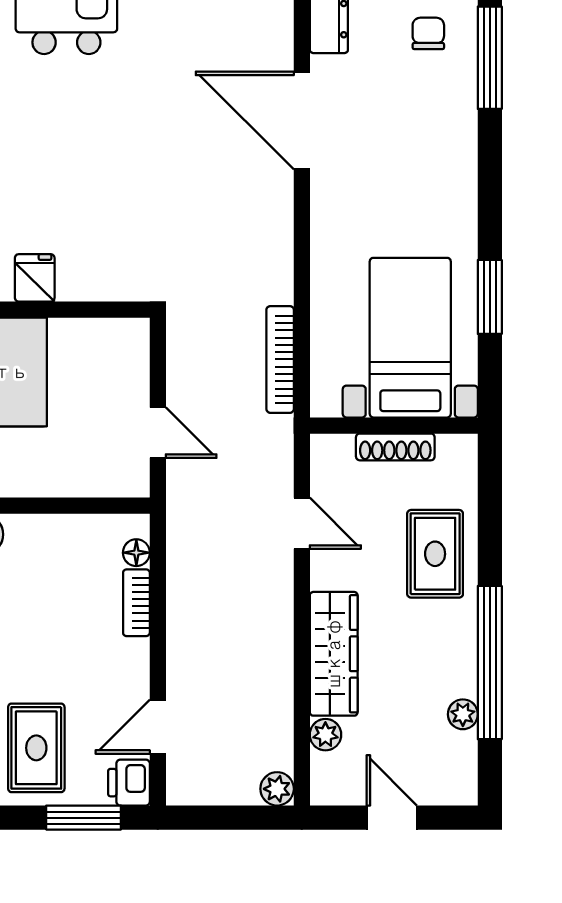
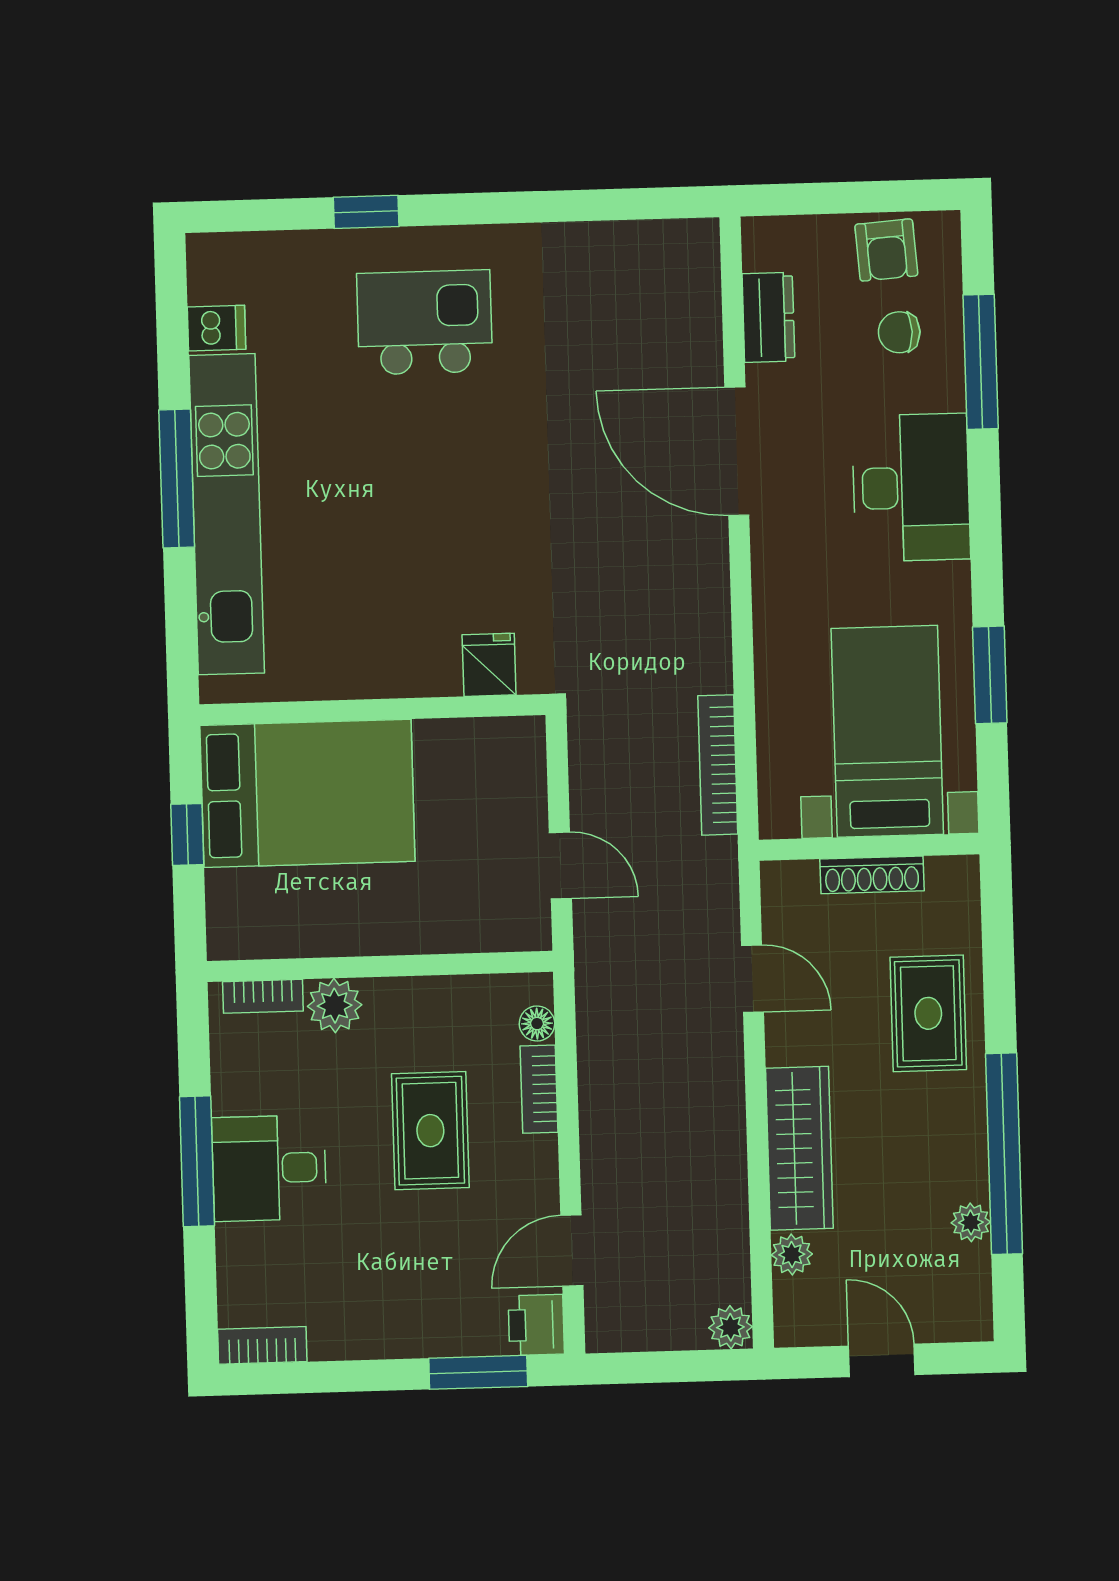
chair: (428, 33) -> (899, 332), turned -90
desk: (434, 152) -> (911, 488), added
fridge: (35, 278) -> (489, 665), moved
rug: (36, 748) -> (430, 1131), moved

